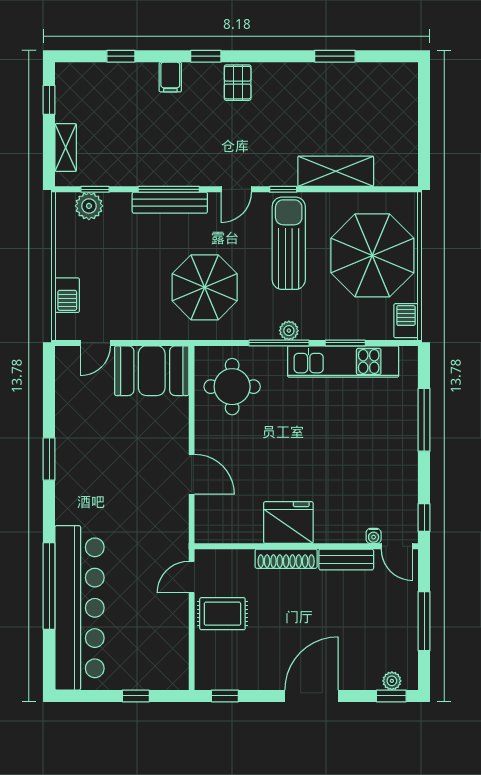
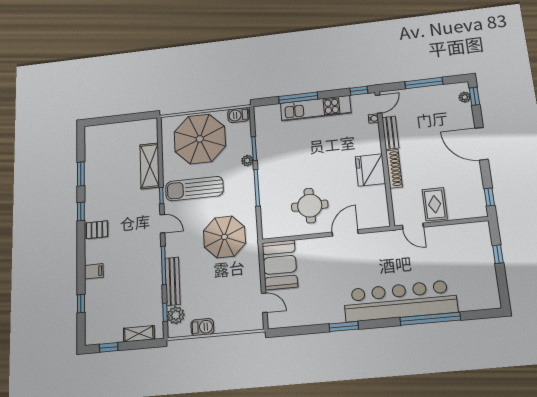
window: (206, 56) -> (81, 212), moved
bench: (170, 203) -> (173, 281), moved
barbecue: (67, 295) -> (202, 327), moved
plant: (289, 331) -> (247, 161), moved
kitchen unit: (343, 361) -> (316, 108), moved, turned 90
round table: (232, 387) -> (310, 206), moved
bar counter: (80, 608) -> (400, 301), moved

